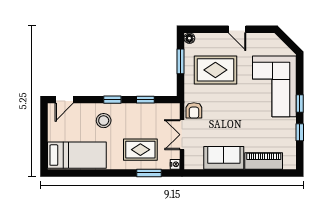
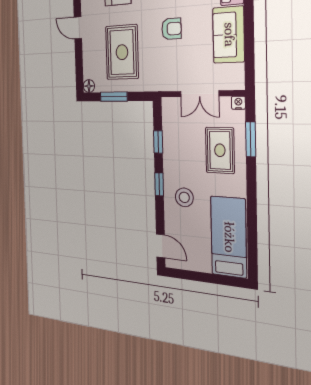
door: (237, 29) -> (78, 28), swing flipped
armchair: (194, 110) -> (171, 29), moved

